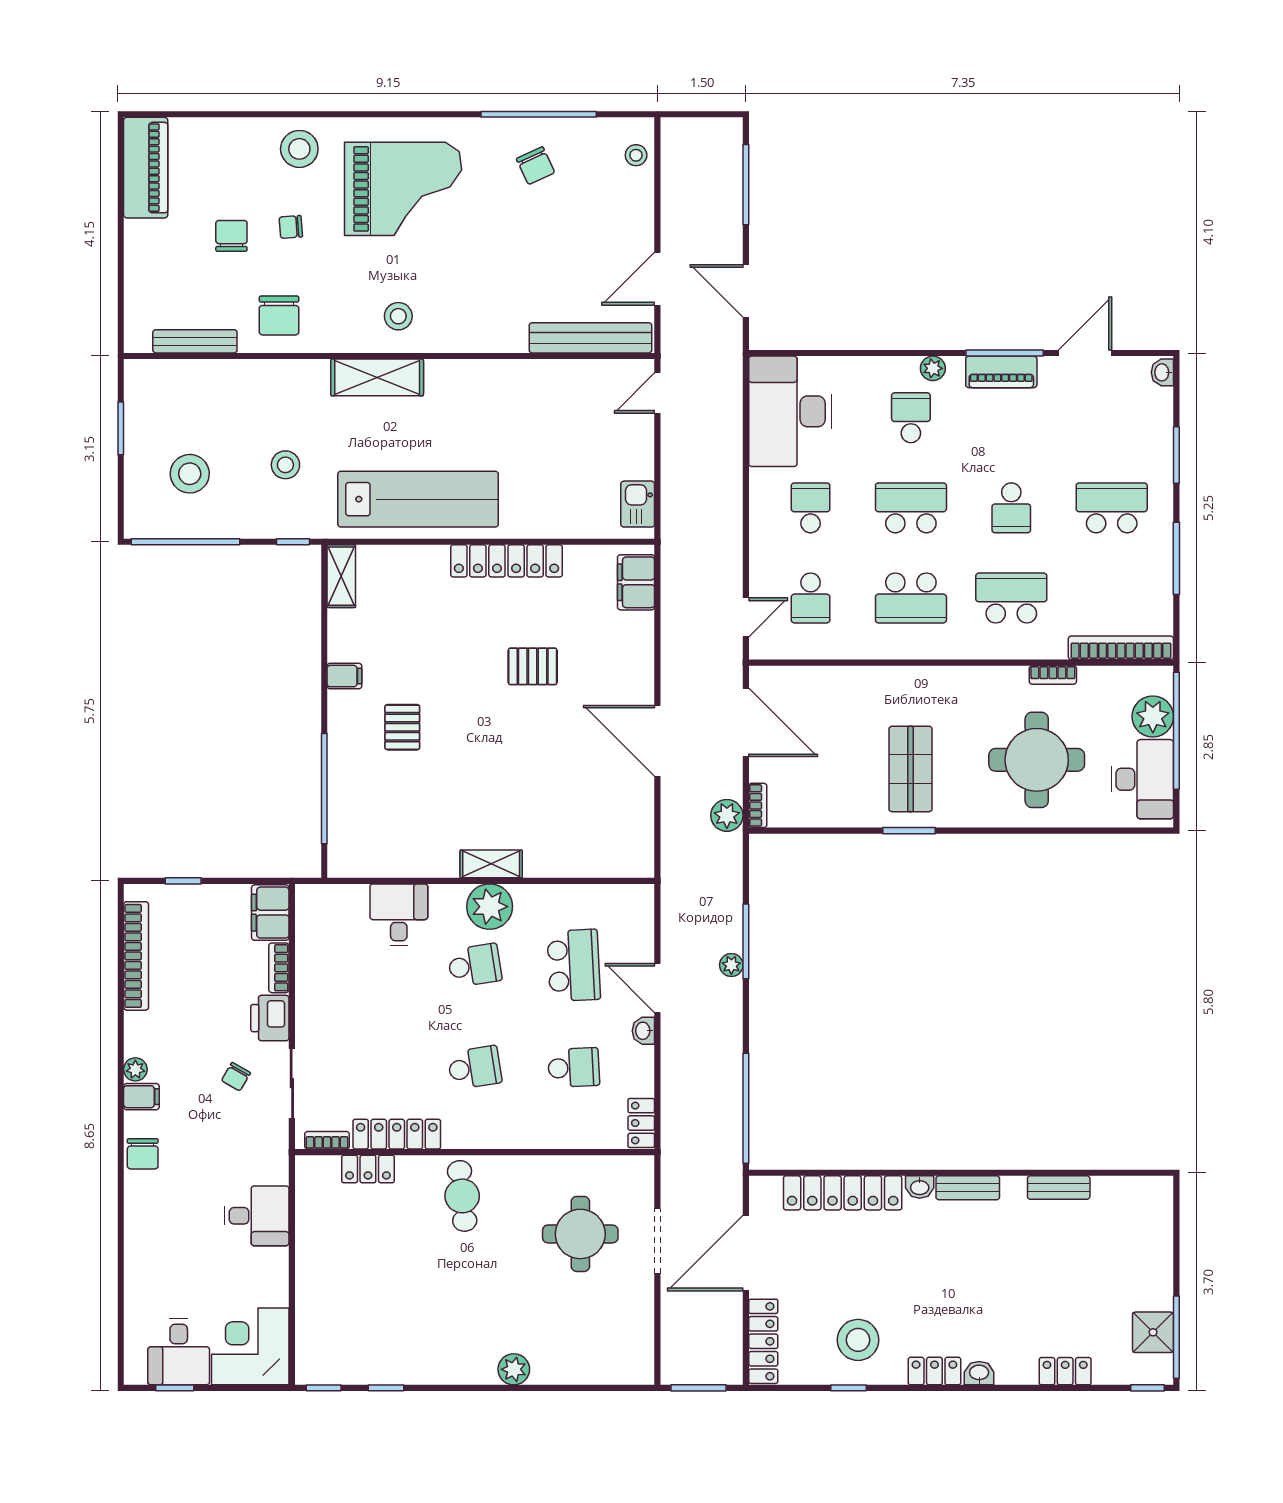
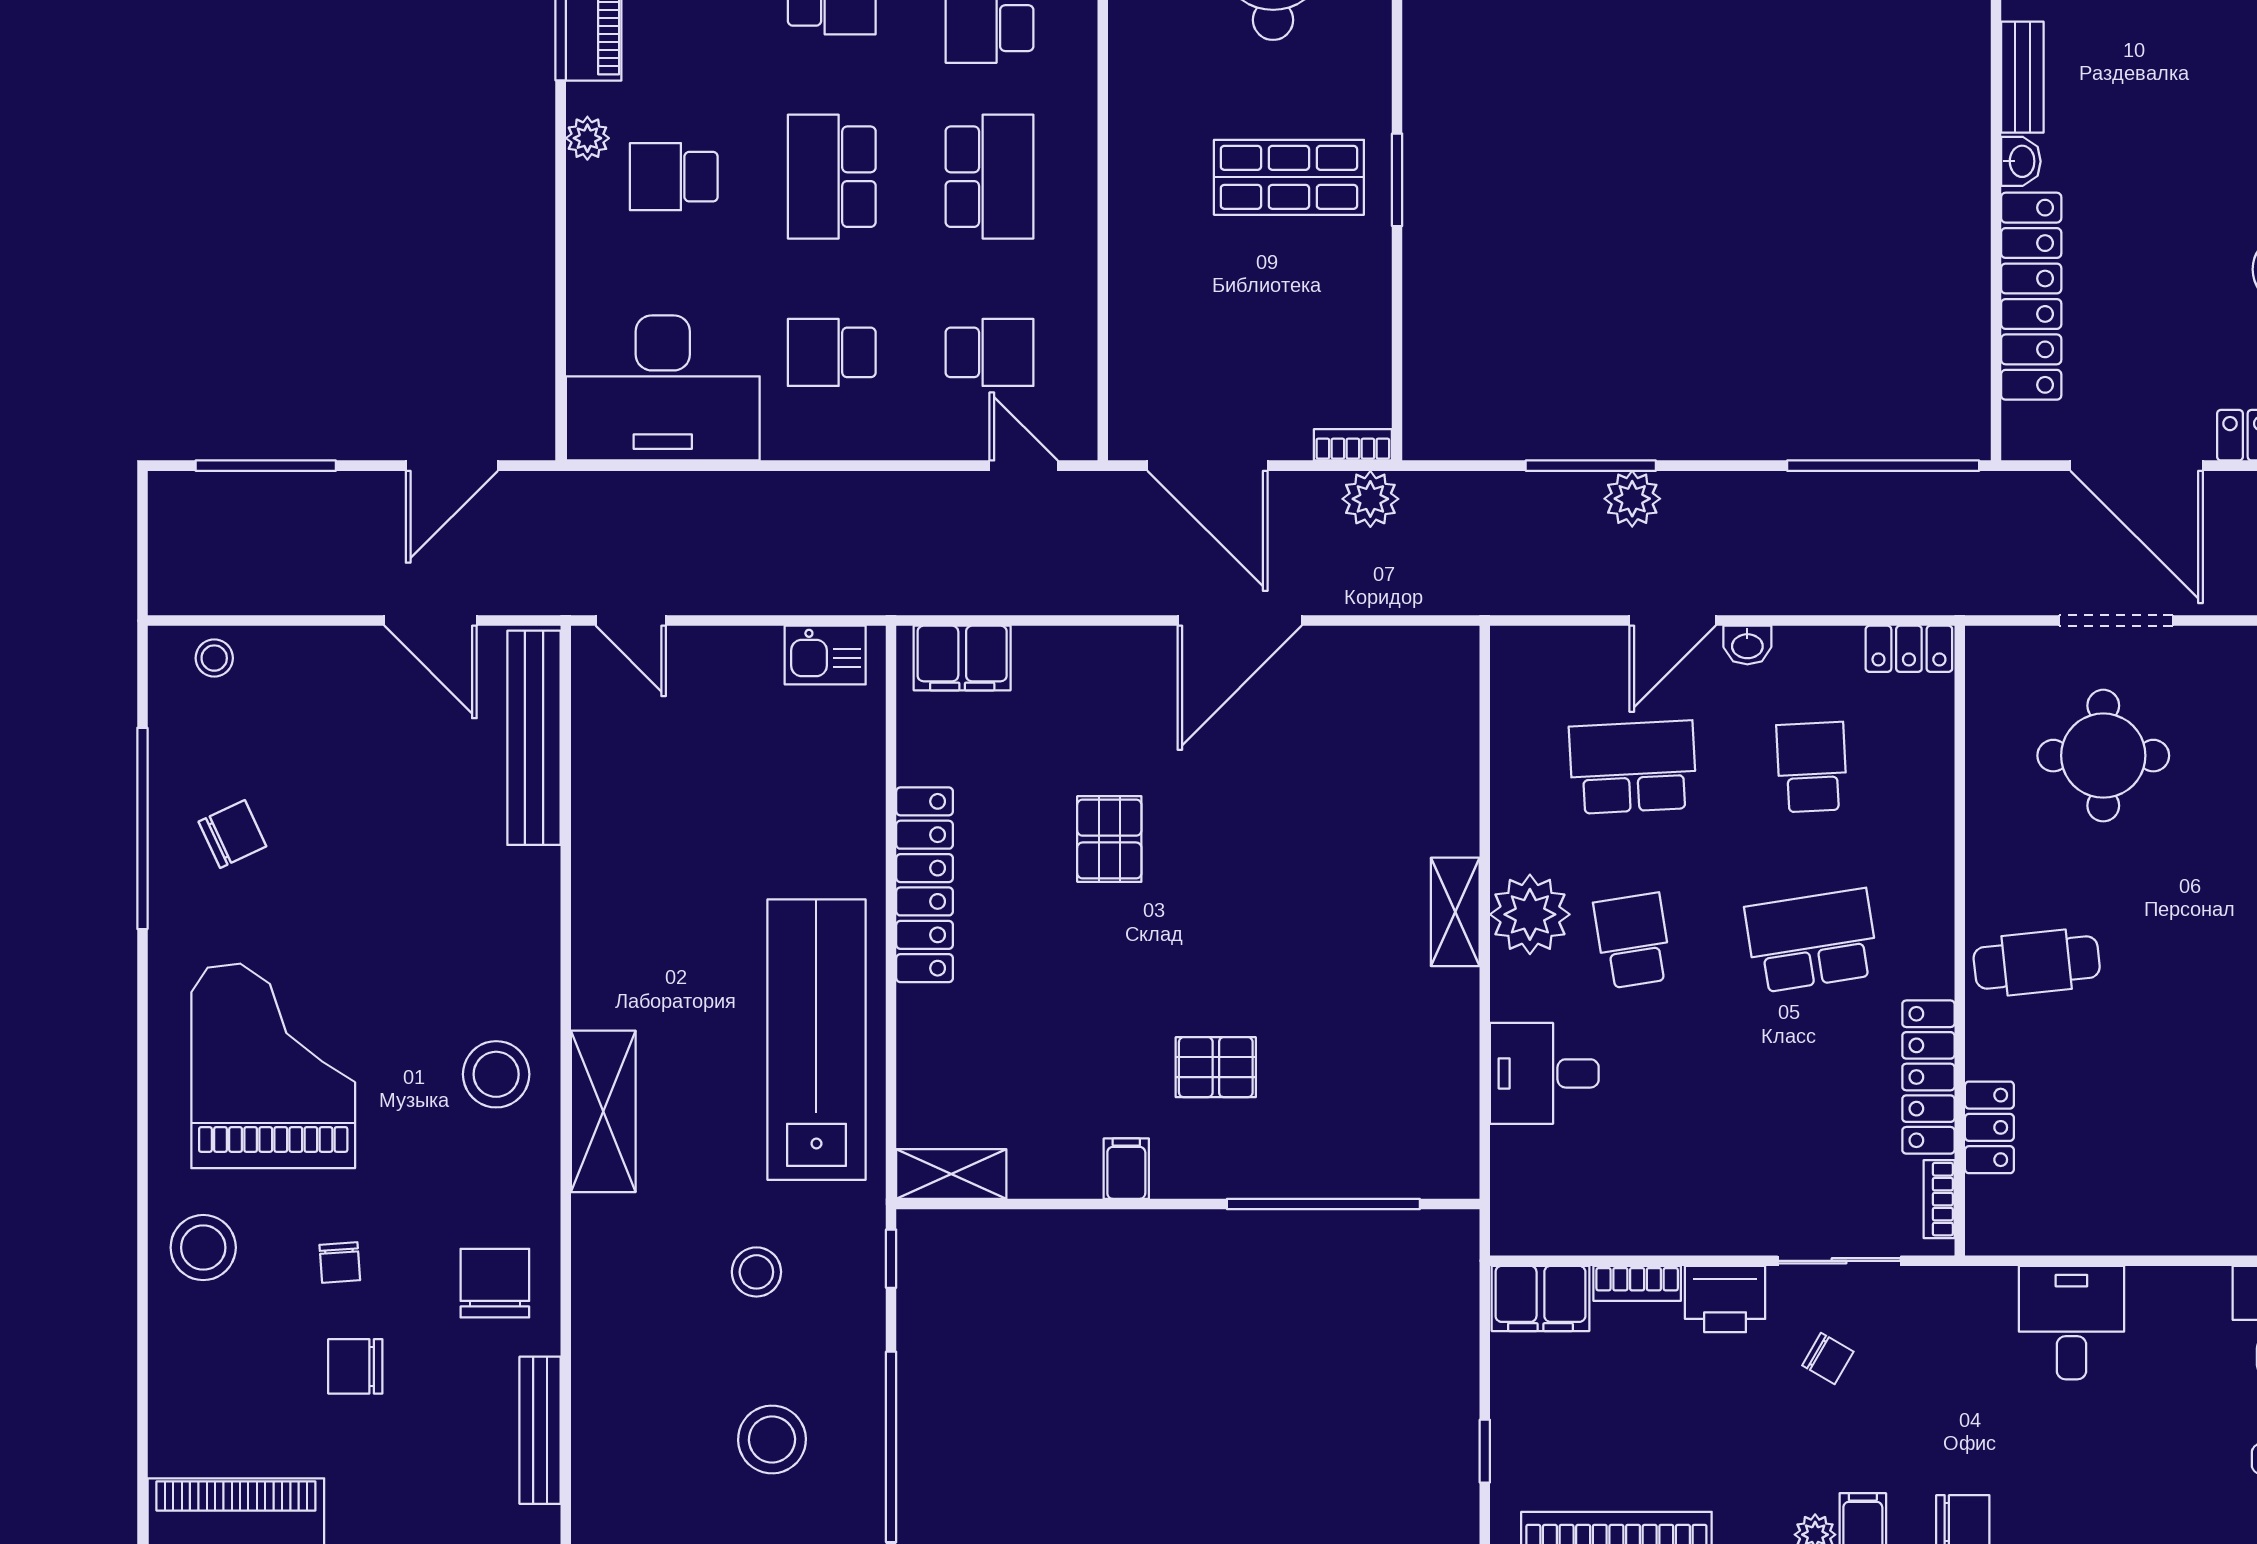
chair: (279, 315) -> (495, 1283), turned -90
stool: (398, 316) -> (496, 1074), width x1.38, depth x1.38
door: (746, 722) -> (1207, 466), swing flipped
plant: (731, 965) -> (1632, 499), width x1.38, depth x1.38
school desk: (475, 1068) -> (1812, 941), width x1.85

